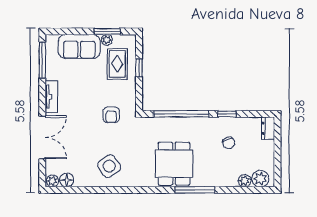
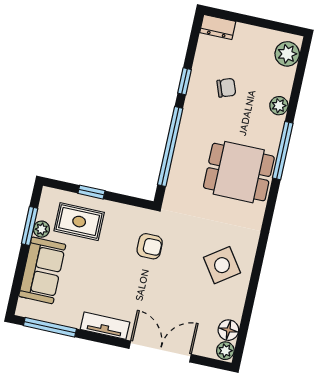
plant: (245, 181) -> (279, 106), moved

